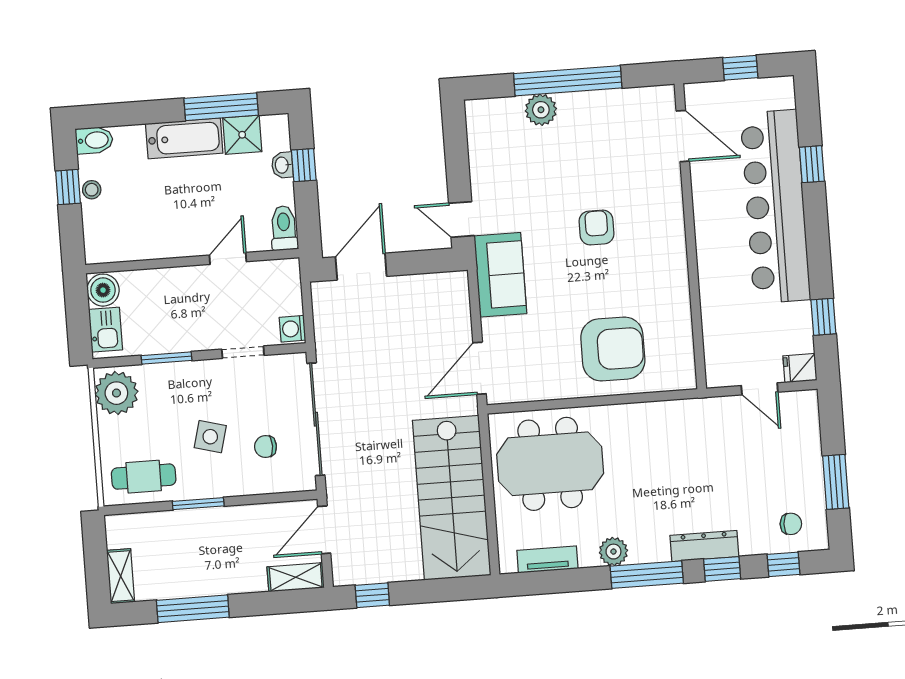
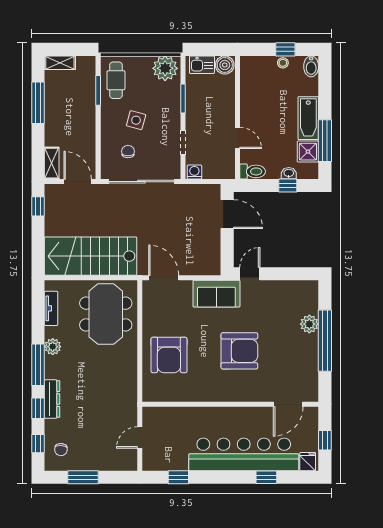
armchair: (597, 227) -> (239, 351), width x1.88, depth x1.88
fridge: (800, 368) -> (308, 462), moved
window: (198, 504) -> (98, 90), moved

